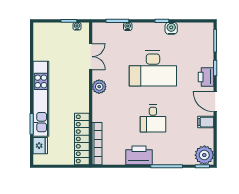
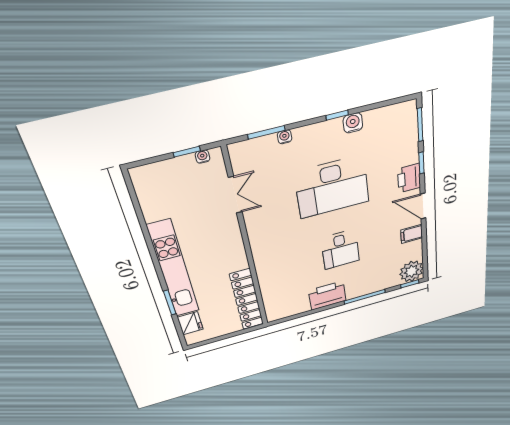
plant: (99, 87) -> (257, 231), removed
bookcase: (97, 144) -> (269, 299), removed

